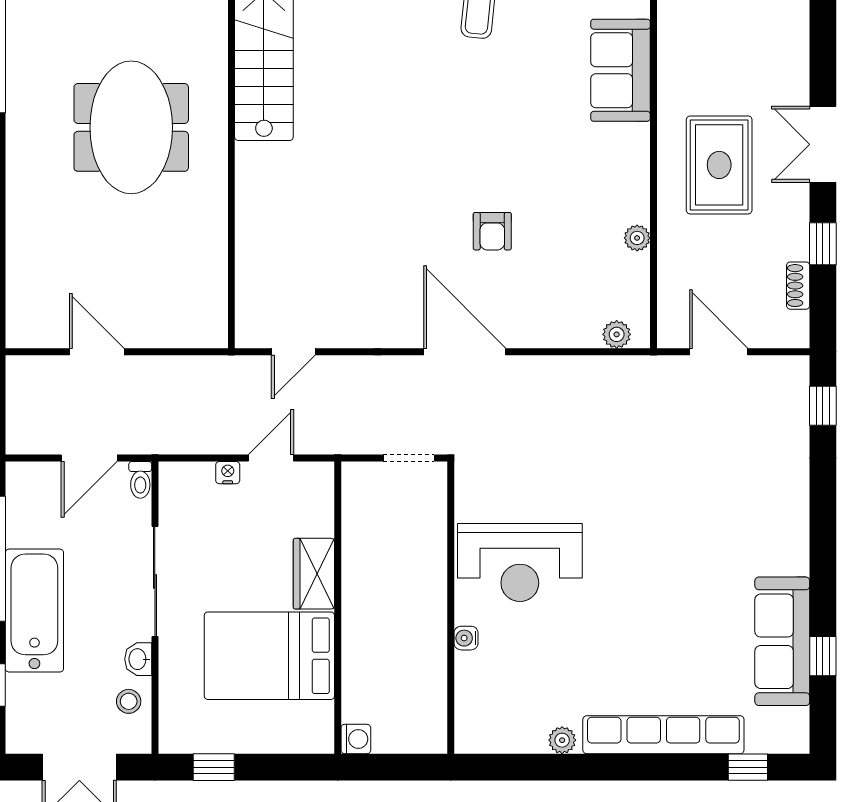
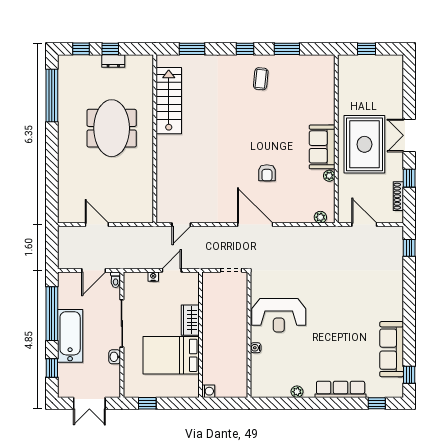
sofa: (620, 70) -> (322, 147), moved
rug: (719, 165) -> (364, 144), width x1.37, depth x1.44
shoe rack: (798, 286) -> (398, 196), width x1.43
window: (823, 656) -> (409, 375), moved
stool: (129, 701) -> (111, 375), removed
row of seats: (663, 735) -> (341, 389), width x0.73

